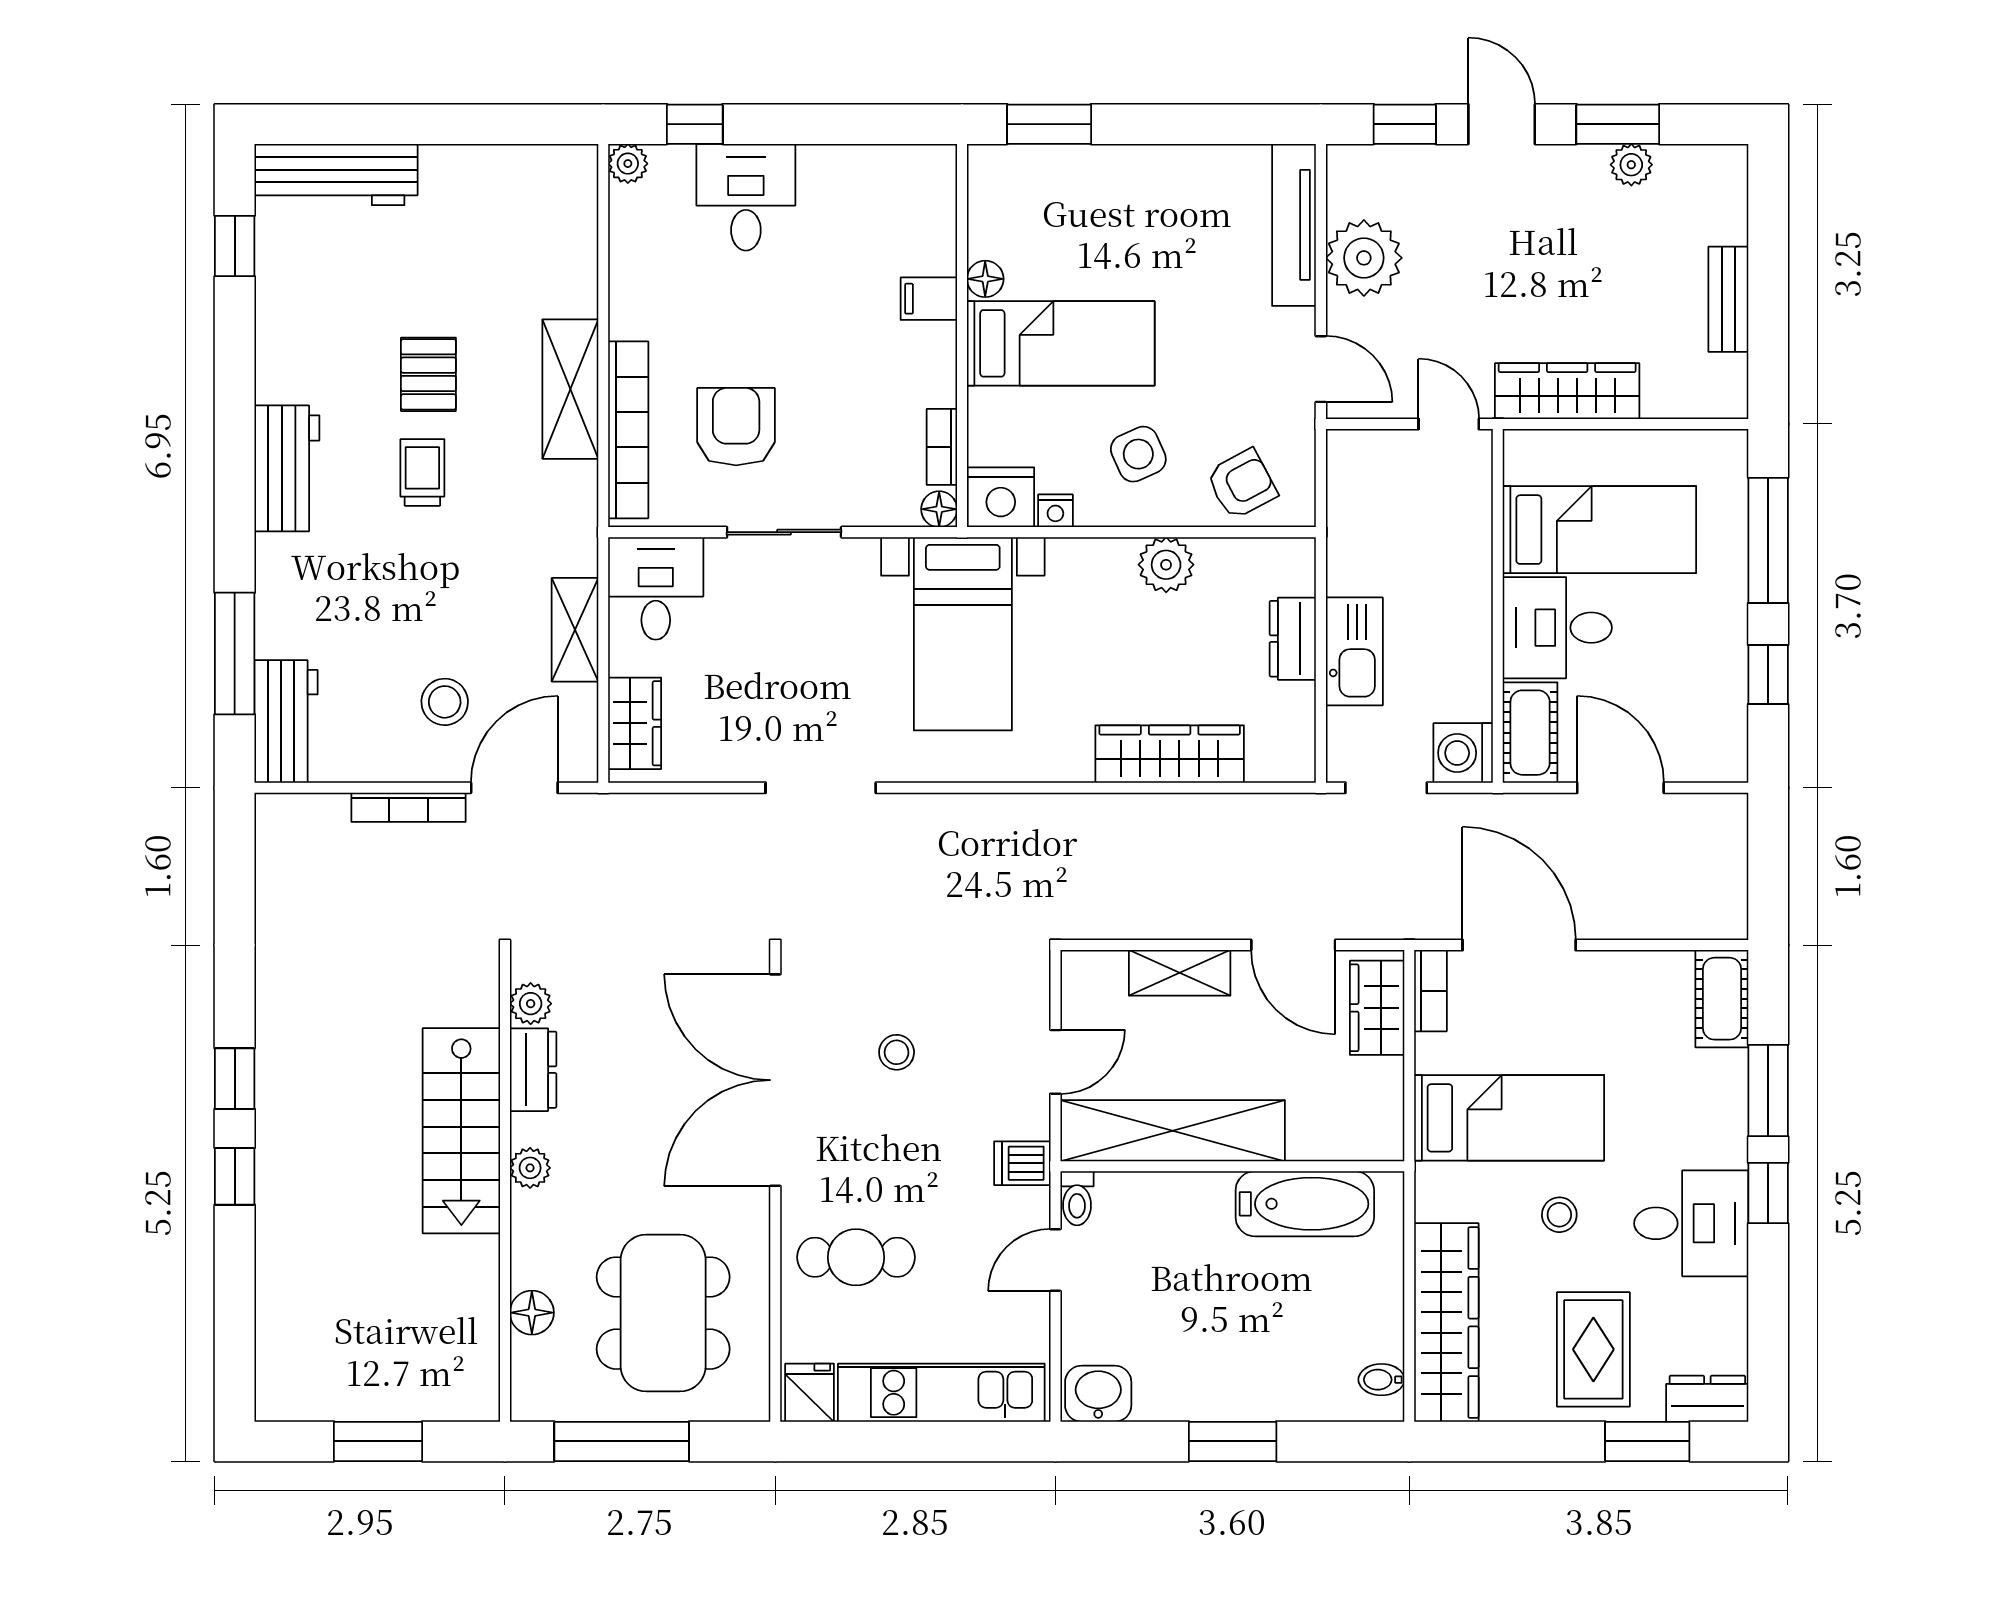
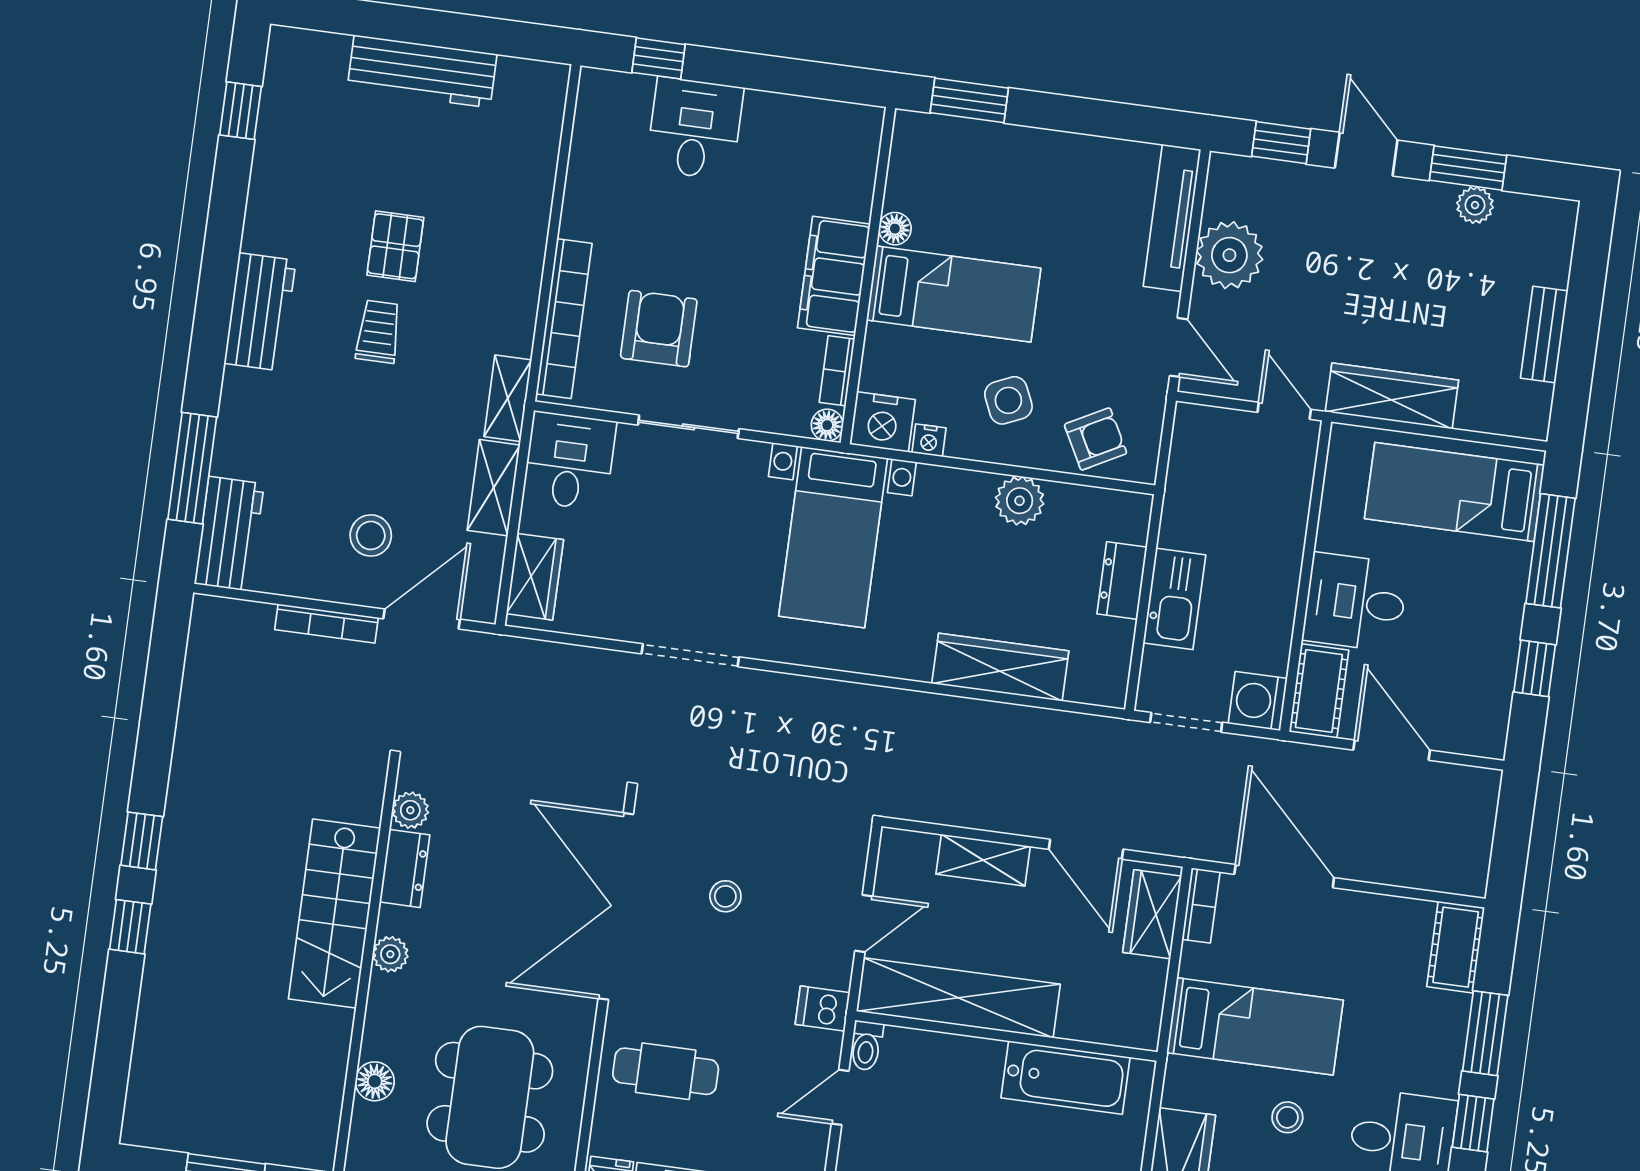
plant: (628, 164) -> (595, 85), removed
workbench: (336, 174) -> (422, 71), moved
filing cabinet: (929, 299) -> (834, 276), width x3.00, depth x1.17
shelving: (570, 389) -> (508, 398), moved, width x0.67, depth x0.75
bed: (1599, 530) -> (1454, 492), moved, turned 180

